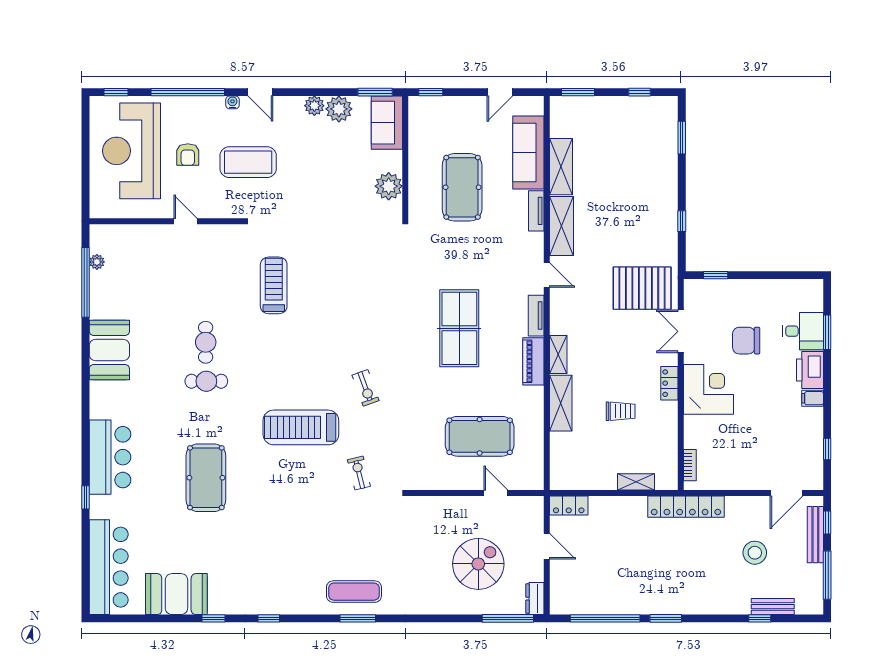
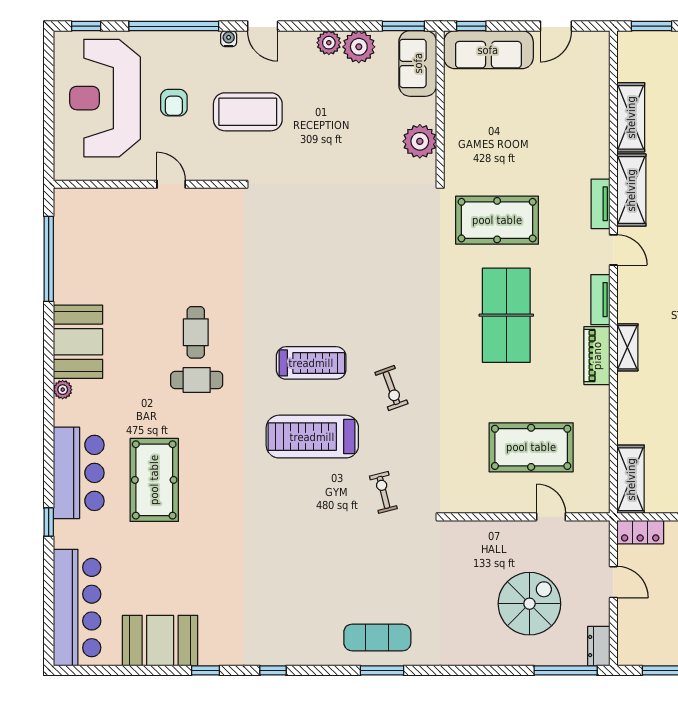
sofa: (528, 152) -> (488, 50), moved, turned -90
pool table: (462, 187) -> (497, 220), moved, turned 90
tv unit: (536, 211) -> (600, 204), moved
plant: (97, 262) -> (63, 390), moved
treadmill: (274, 285) -> (311, 363), moved, turned 90
shelving: (561, 403) -> (631, 479), moved
pool table: (206, 478) -> (154, 480), moved

